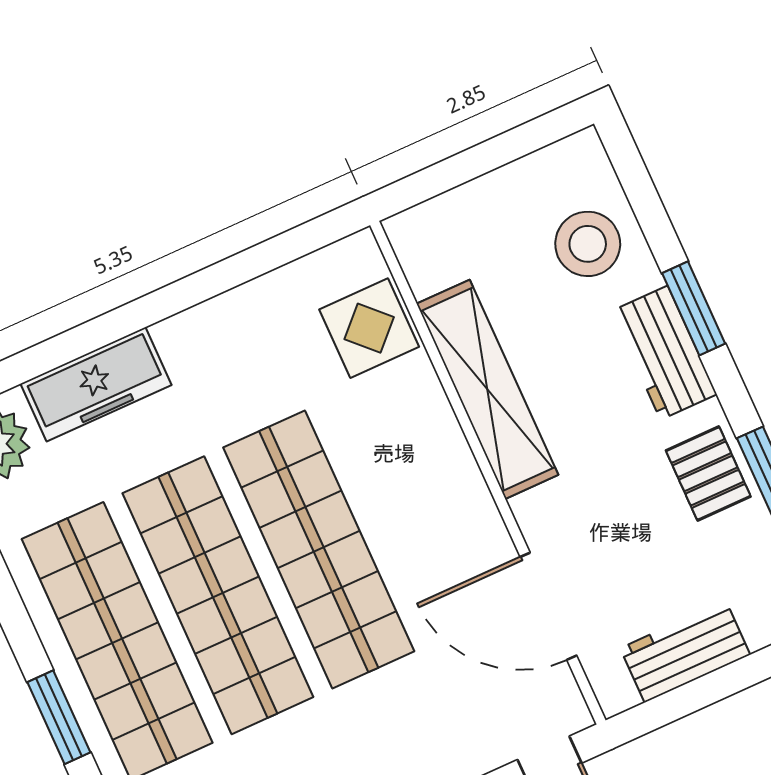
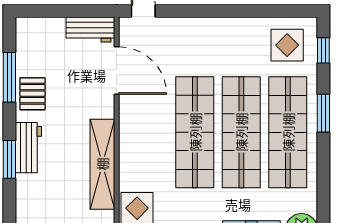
stool: (588, 244) -> (39, 202), removed
workbench: (685, 651) -> (90, 30), moved

